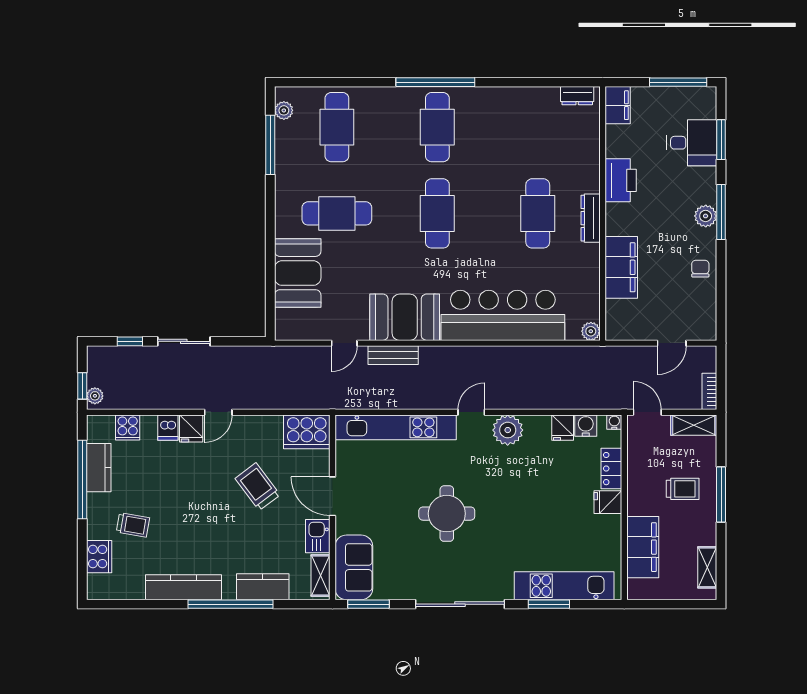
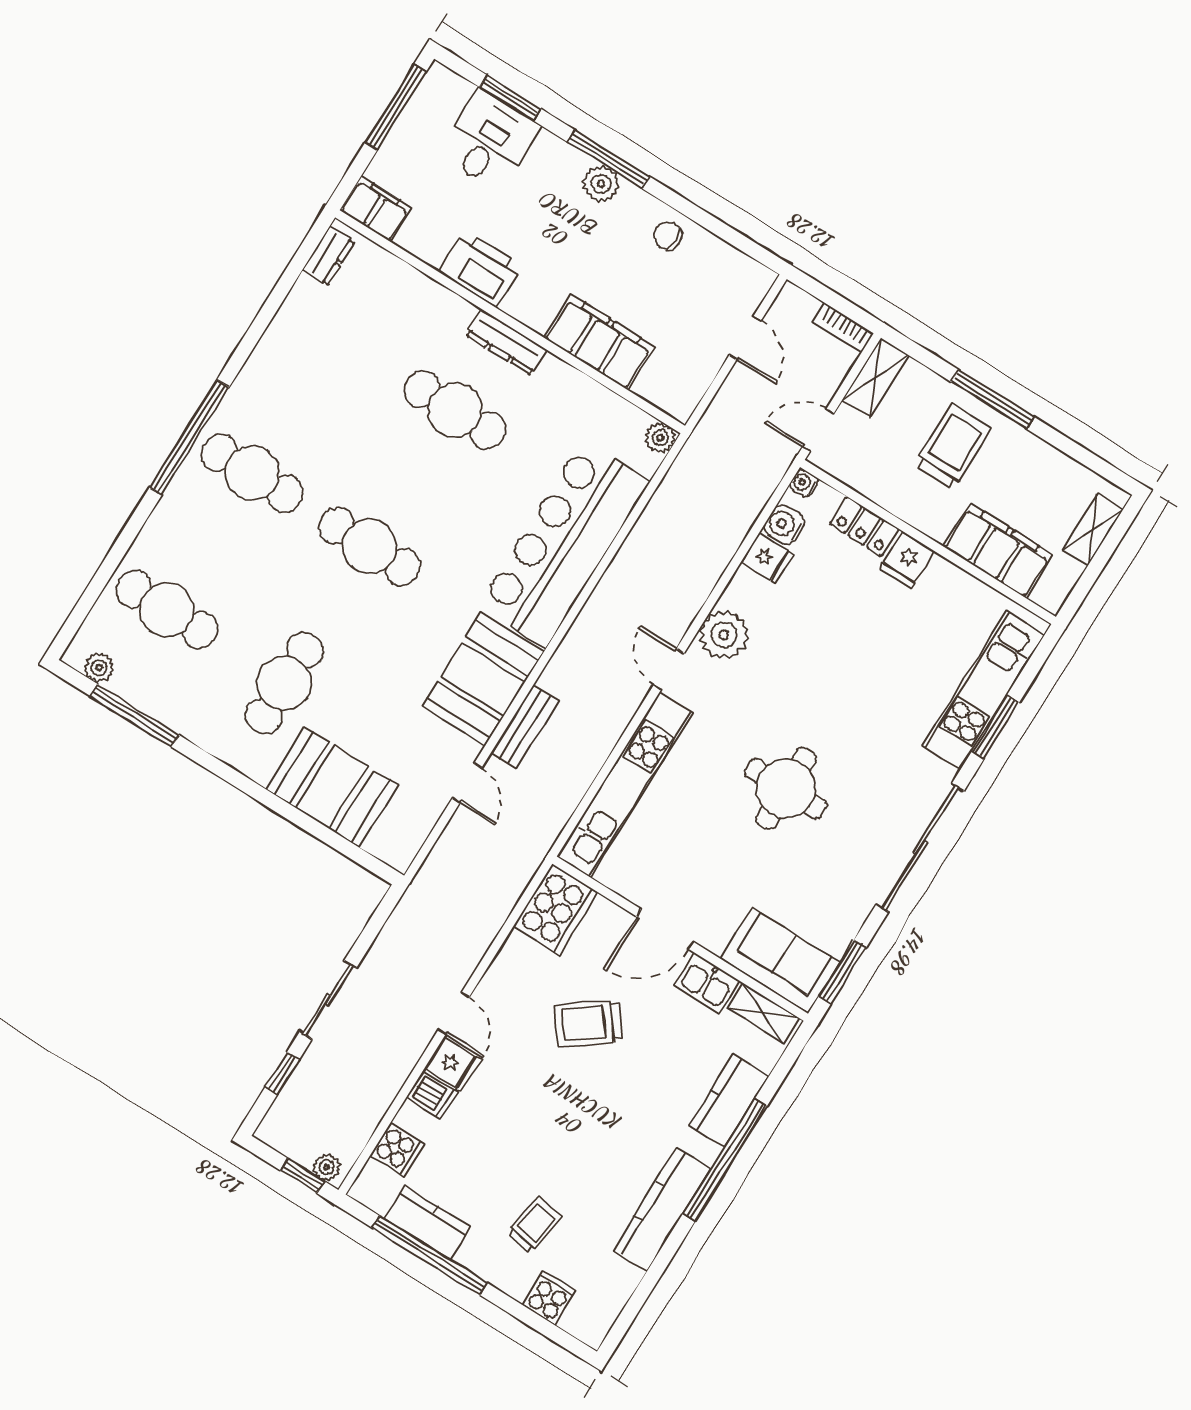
trolley: (683, 489) -> (953, 447), width x1.36, depth x1.39
cooker: (99, 557) -> (549, 1298), width x0.73
shelving: (707, 567) -> (1093, 530), moved, turned 90

